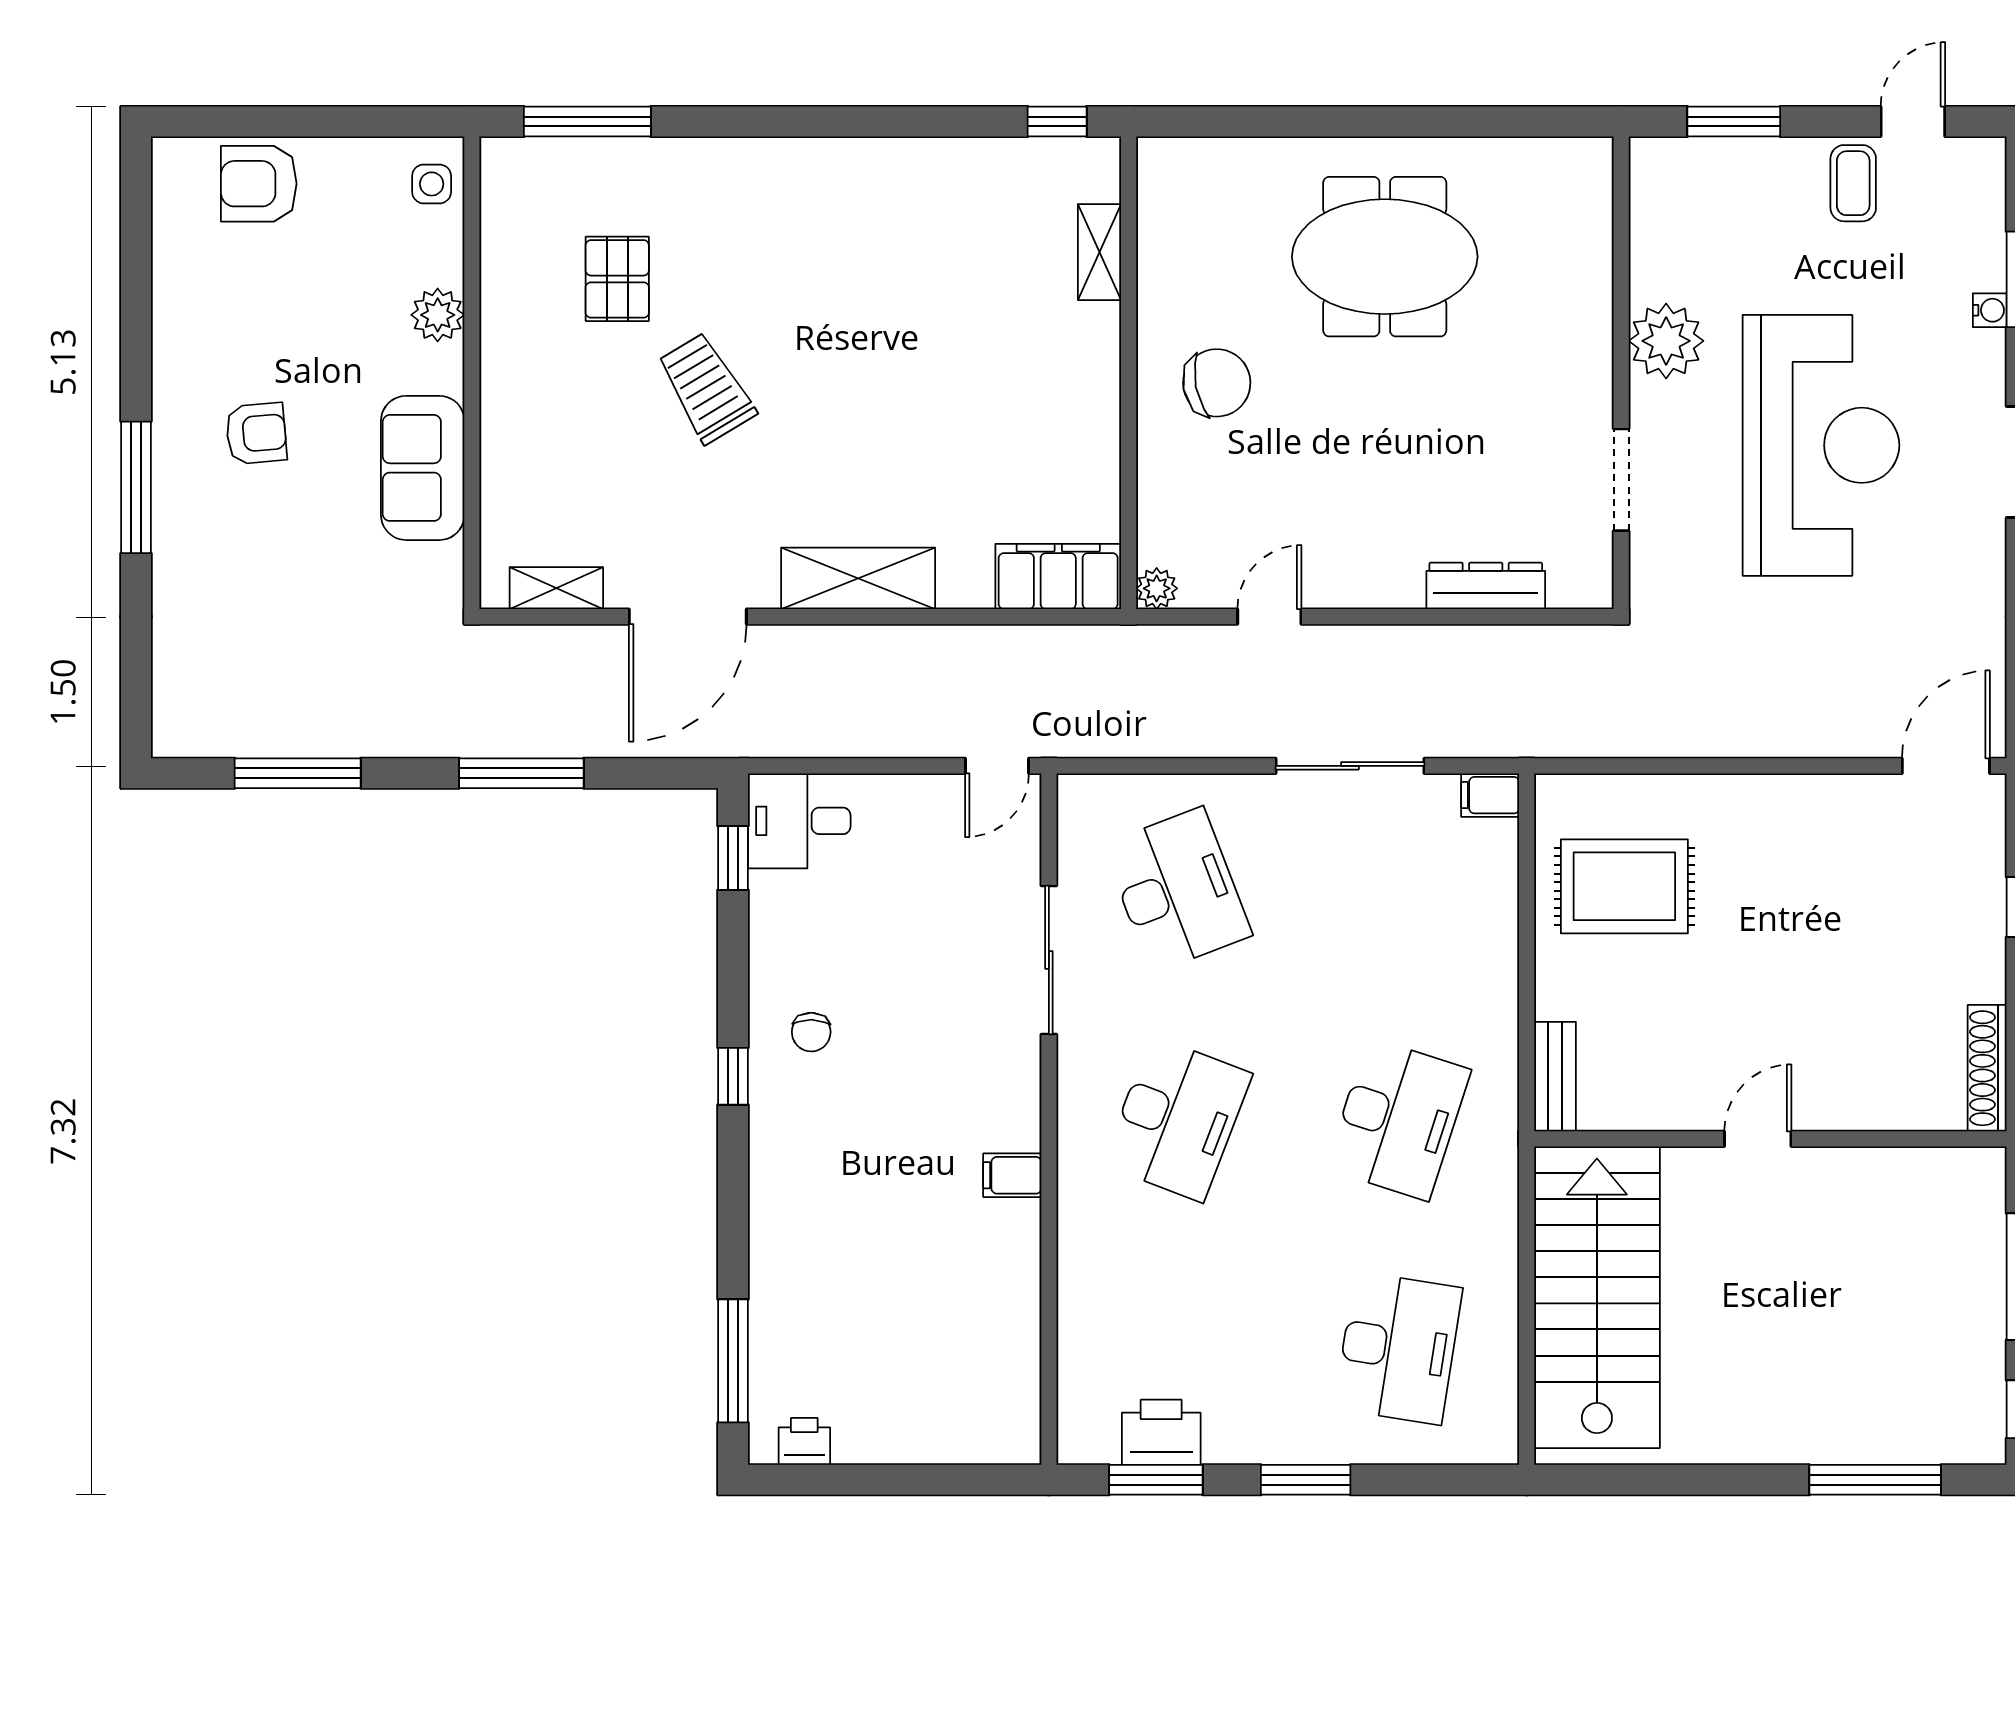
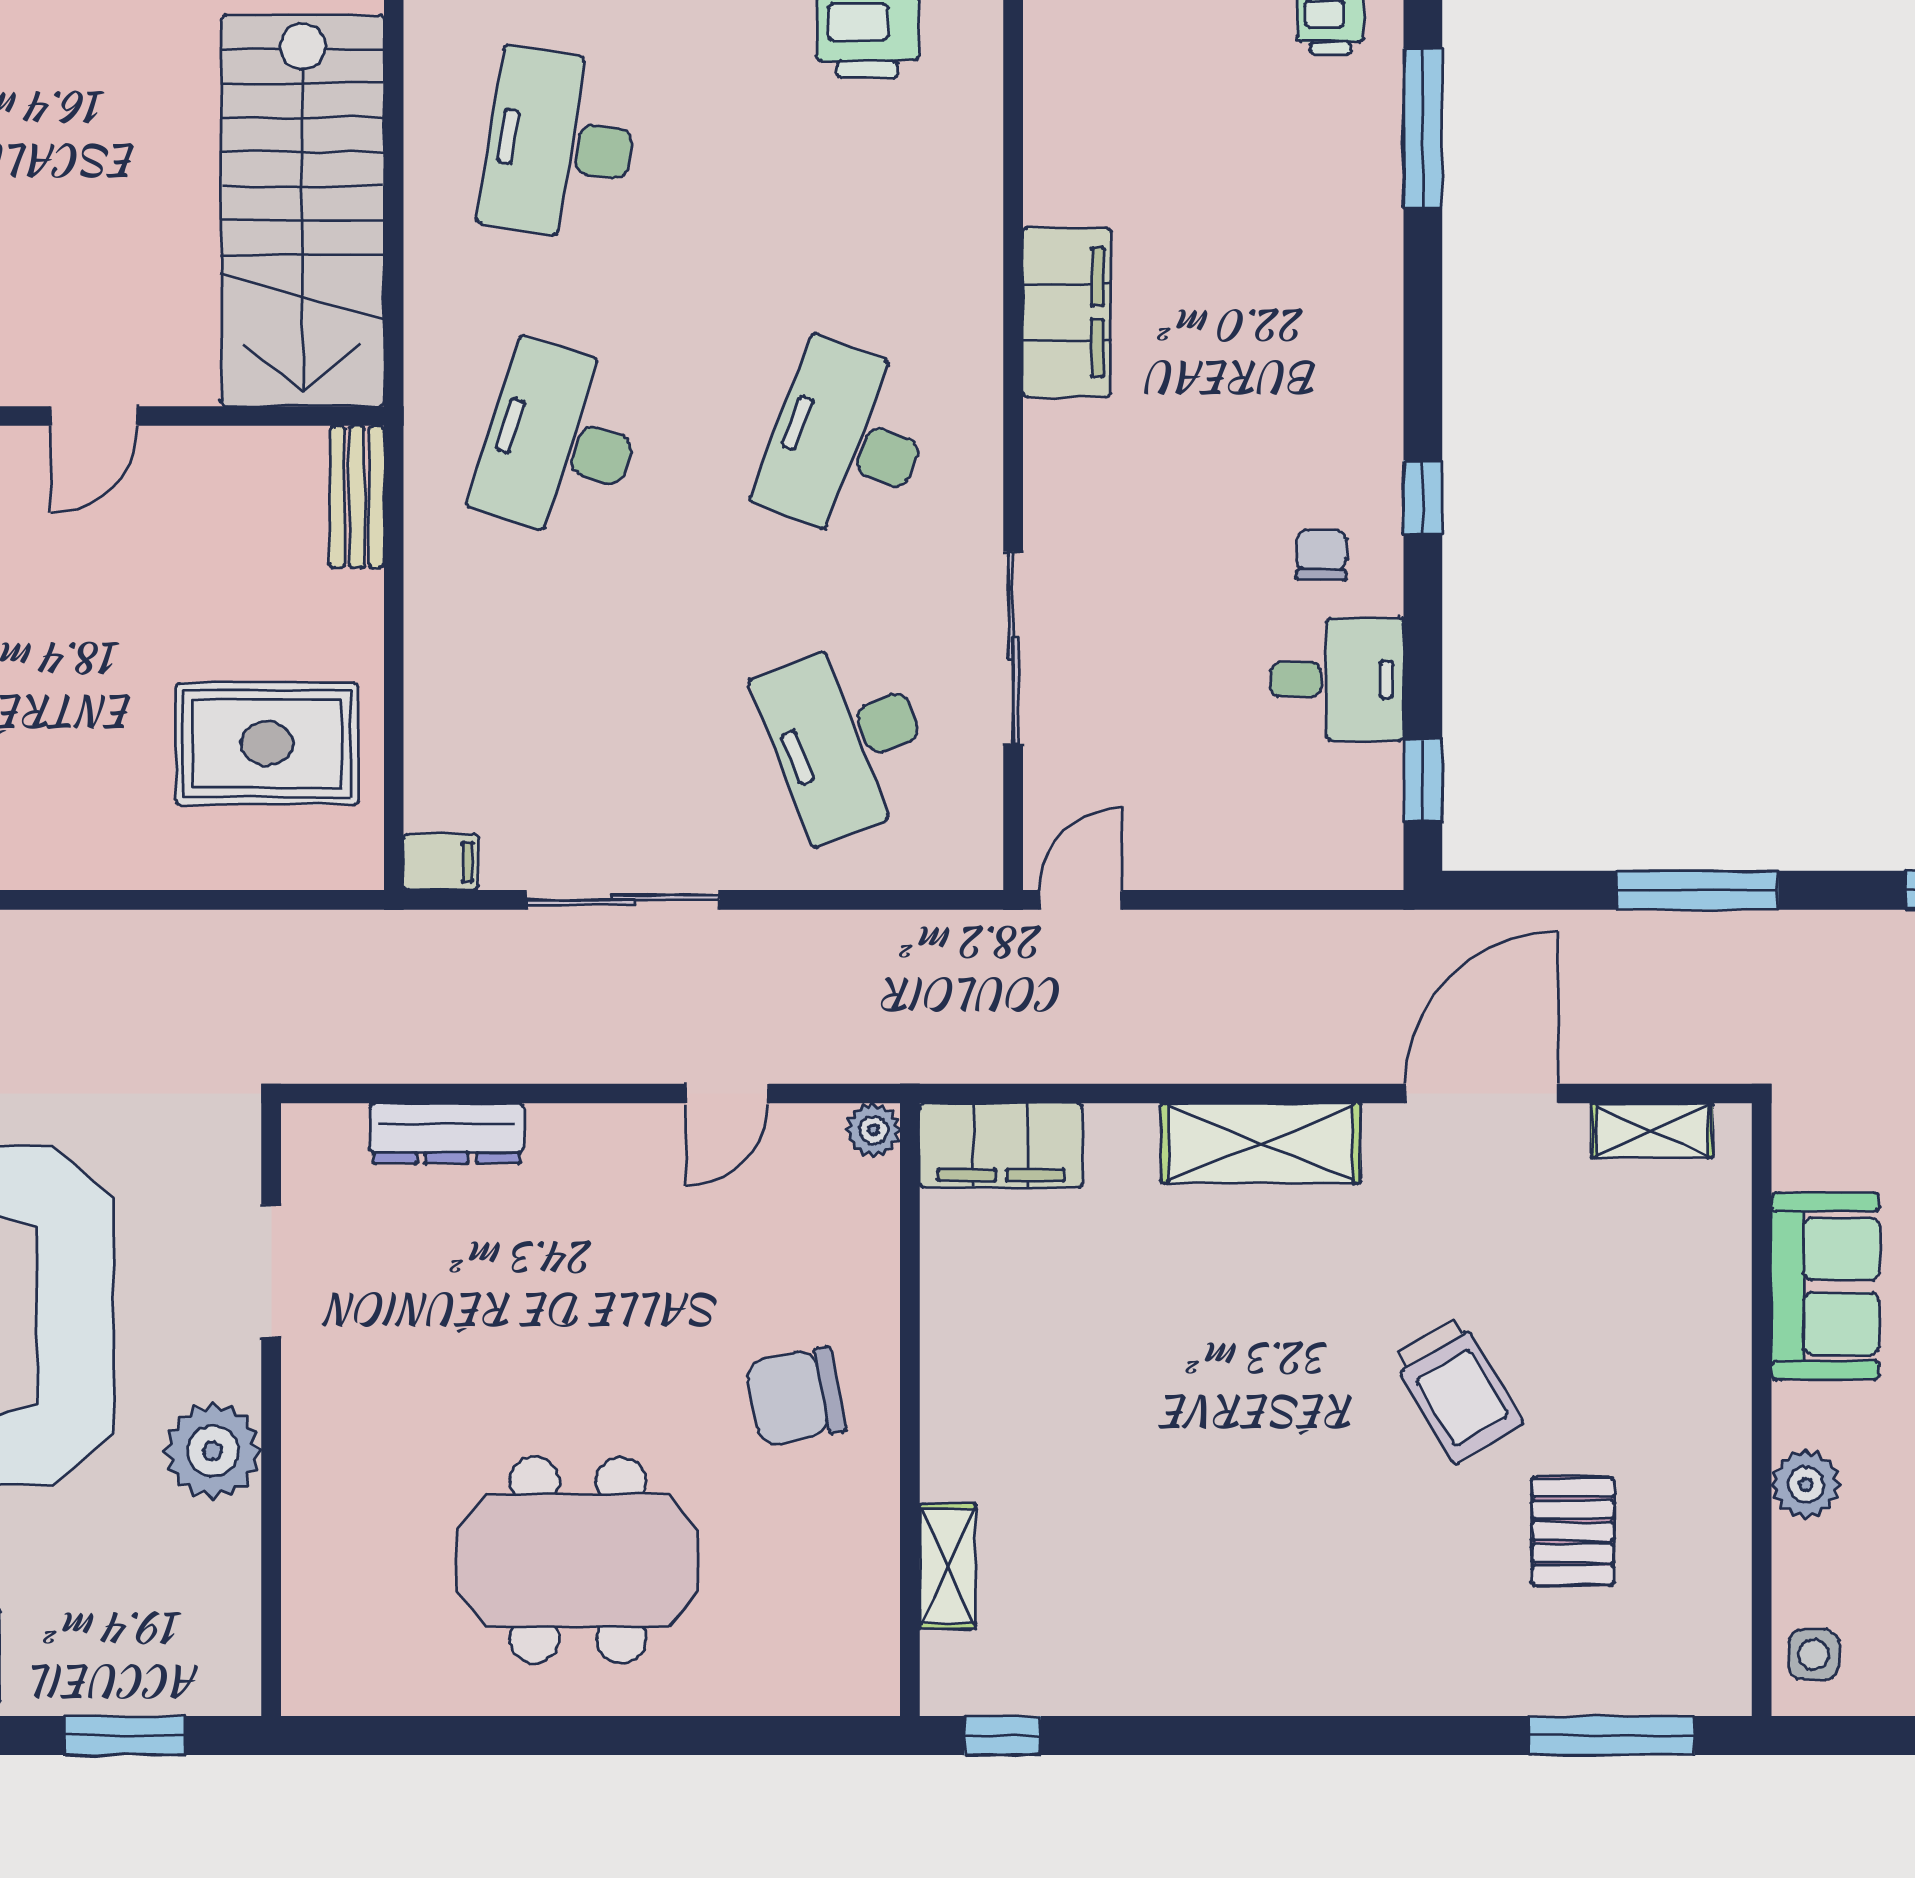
desk: (799, 821) -> (1337, 679), moved
filing cabinet: (1012, 1175) -> (1067, 312), width x3.00, depth x1.17

